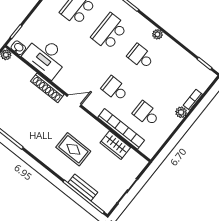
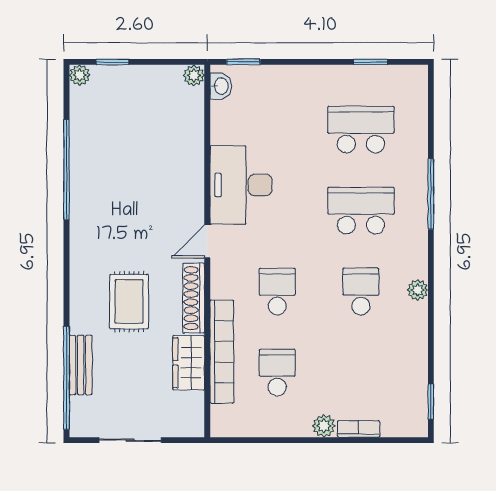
desk: (46, 57) -> (241, 185), moved
shoe rack: (47, 88) -> (194, 298), moved
door: (74, 101) -> (207, 242), swing flipped

